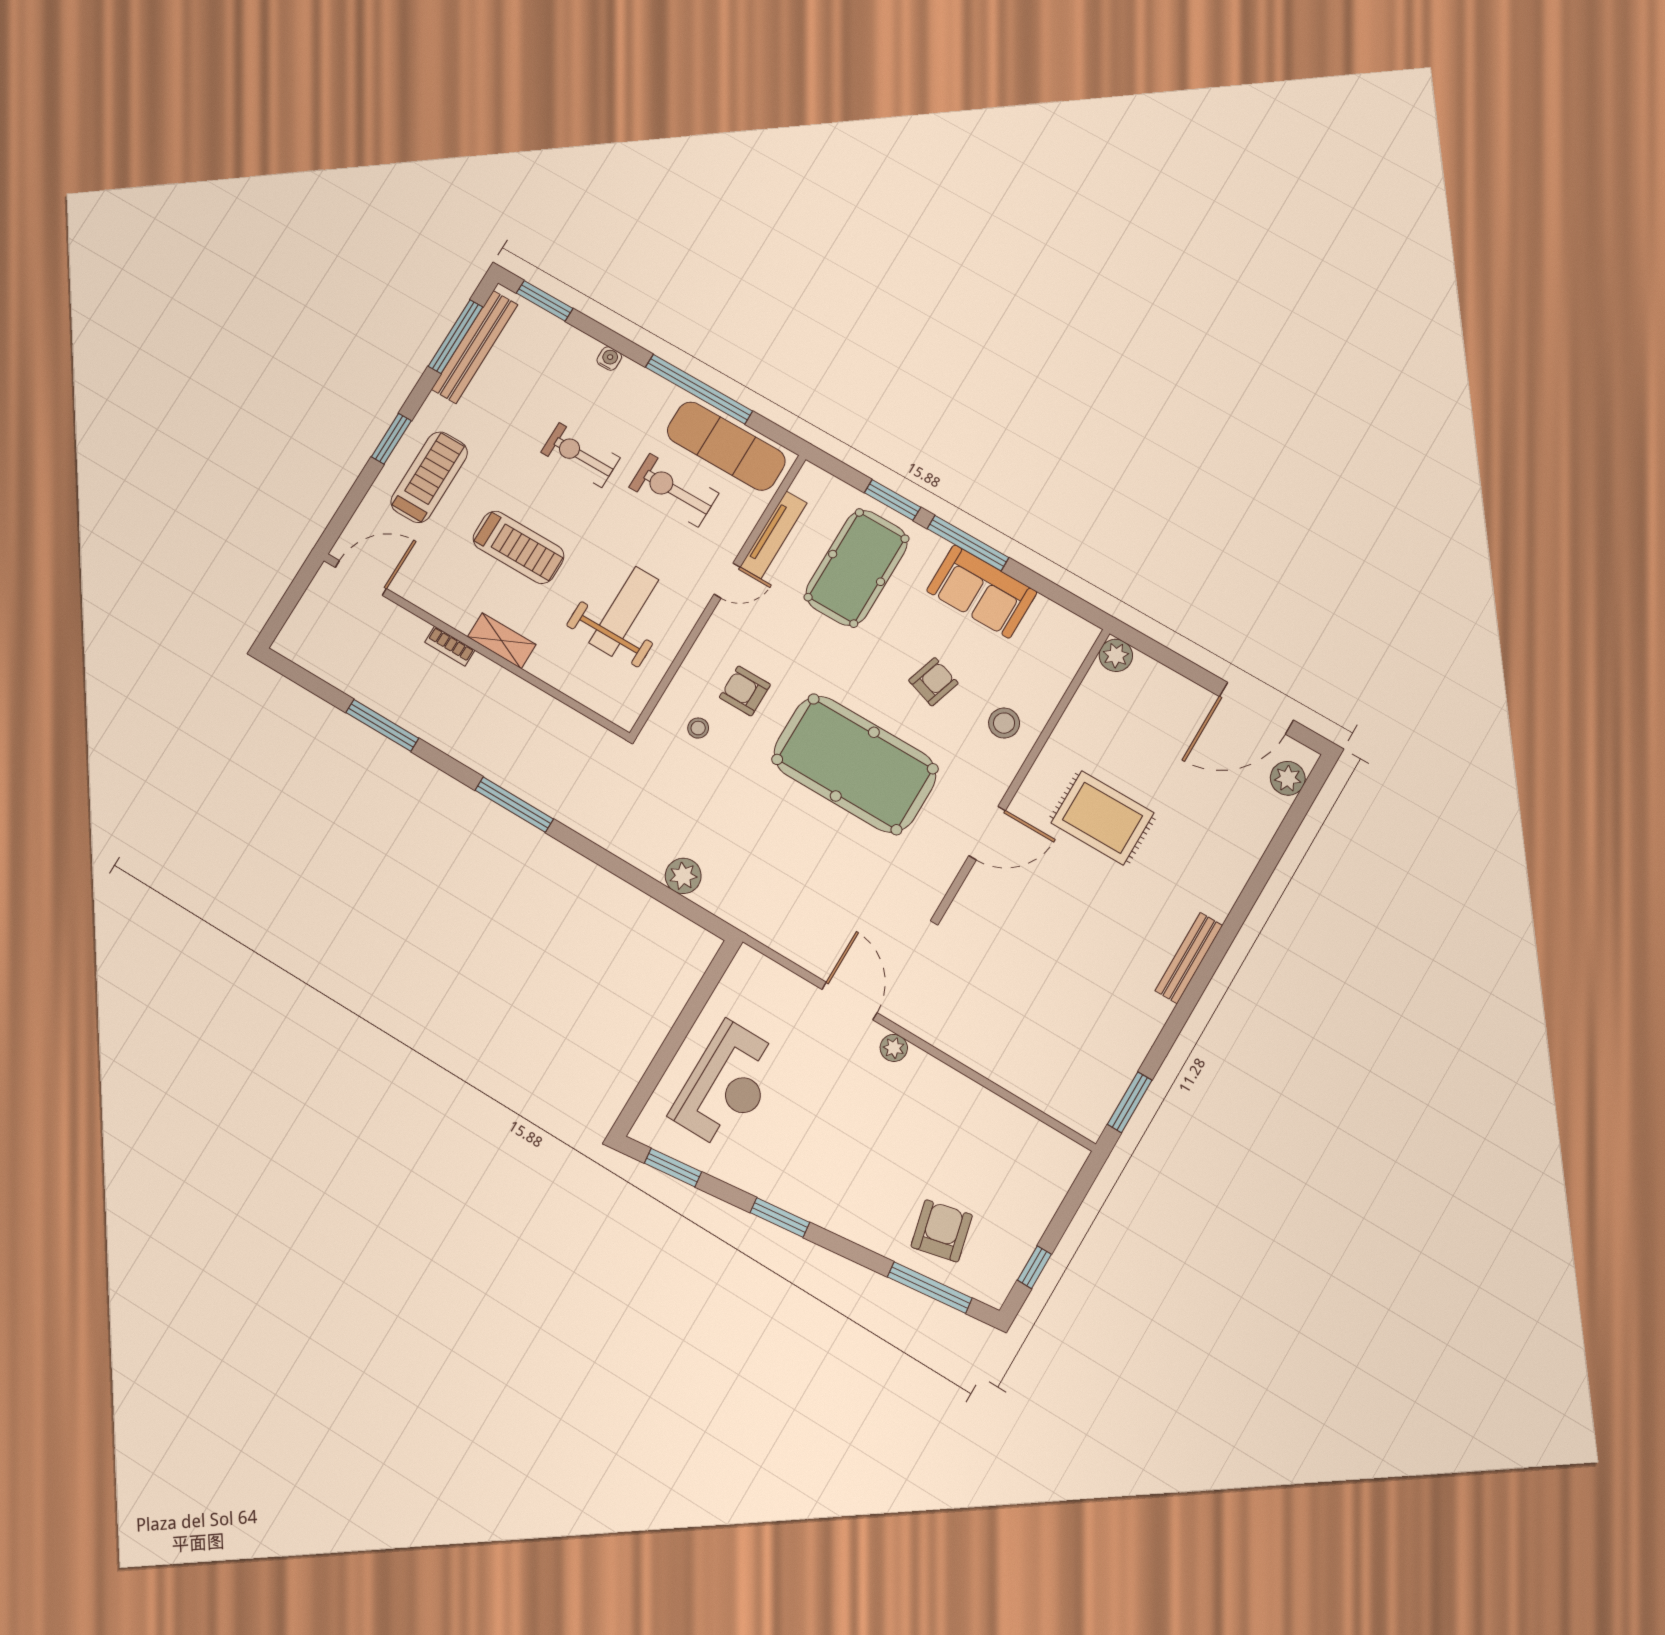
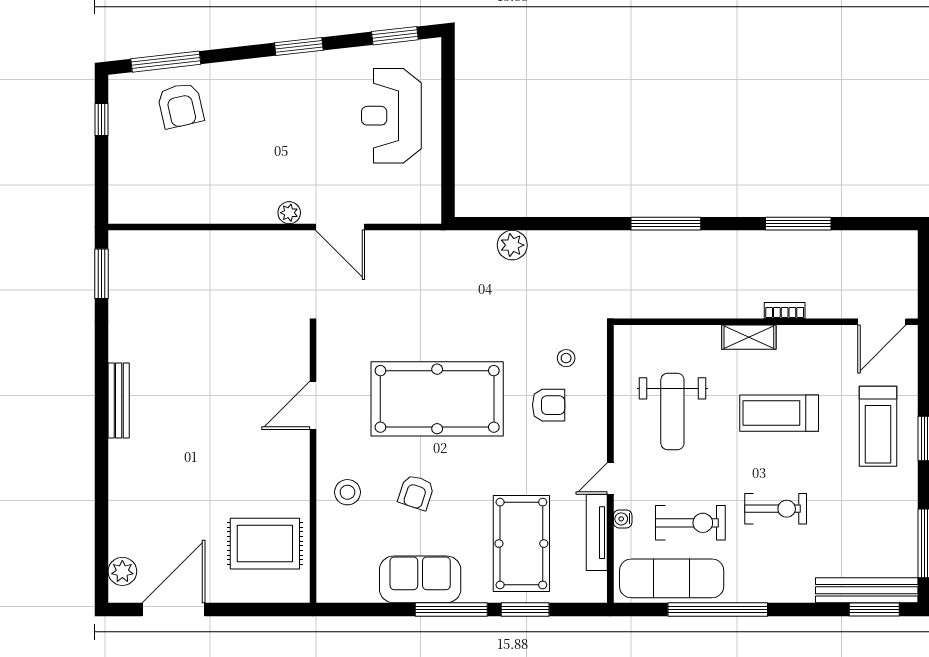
bench: (475, 347) -> (867, 590), moved, turned 90
water cooler: (609, 359) -> (623, 519), moved, turned 90
plant: (1116, 655) -> (296, 589), removed
rug: (1102, 818) -> (265, 544), moved

